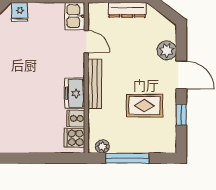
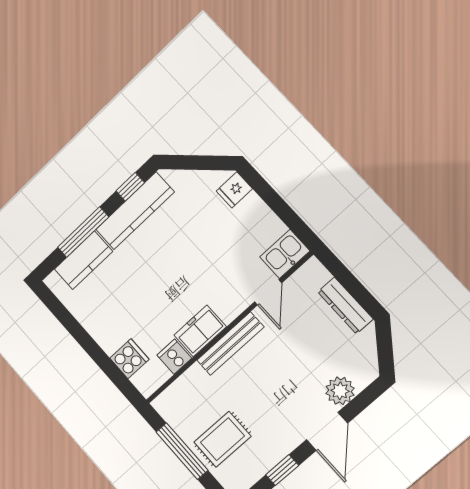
rug: (144, 106) -> (222, 439), moved, turned 90
cooker: (74, 138) -> (129, 359), moved, turned 90
plant: (102, 146) -> (170, 413), removed

